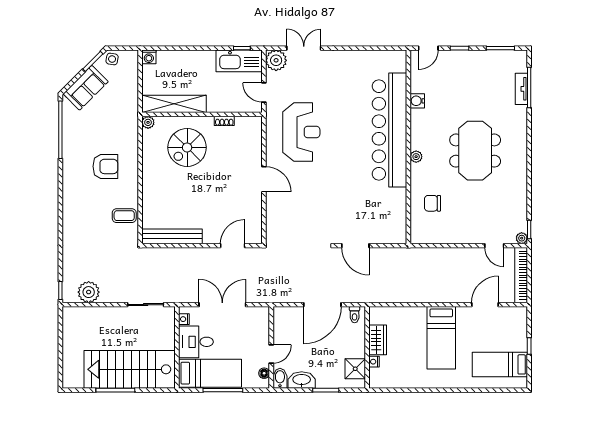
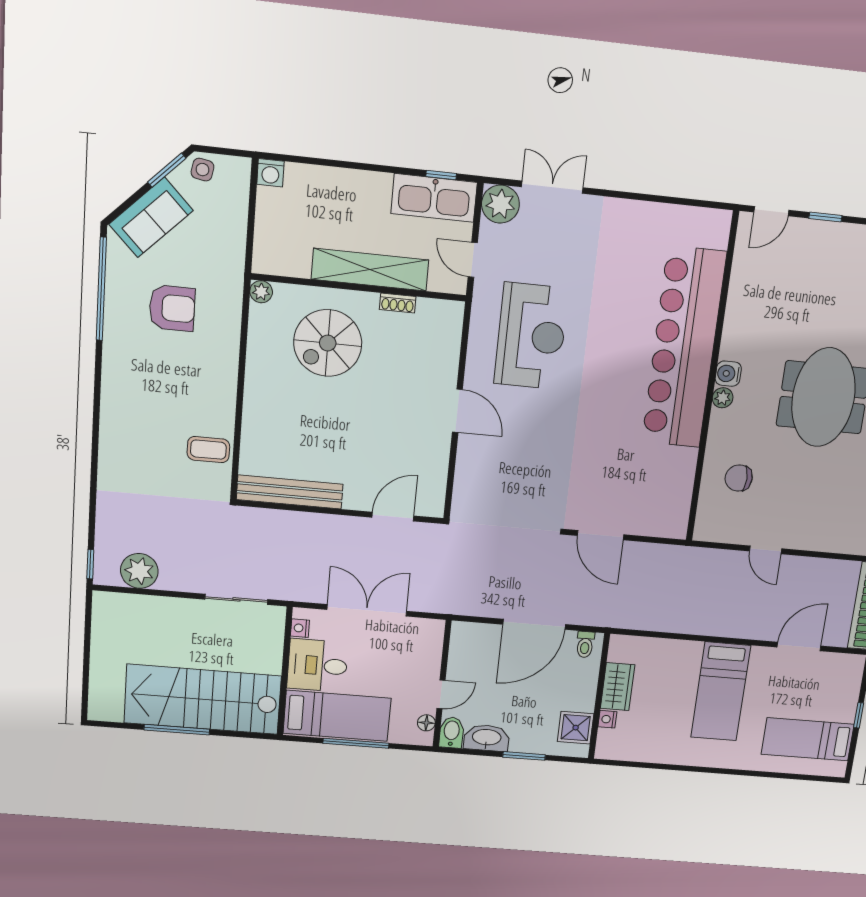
water cooler: (417, 101) -> (728, 374), moved
shelving: (174, 104) -> (370, 270), moved
armchair: (105, 166) -> (172, 308), moved
door: (494, 246) -> (766, 550), moved

